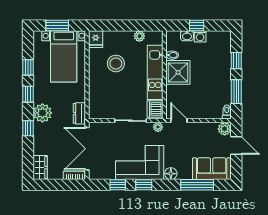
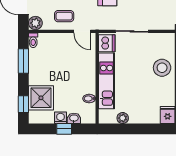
window: (236, 61) -> (23, 104), moved
stool: (116, 63) -> (162, 68), moved
shower: (178, 72) -> (41, 98), moved
plant: (158, 127) -> (104, 25), removed
coffee table: (197, 136) -> (64, 16), added

